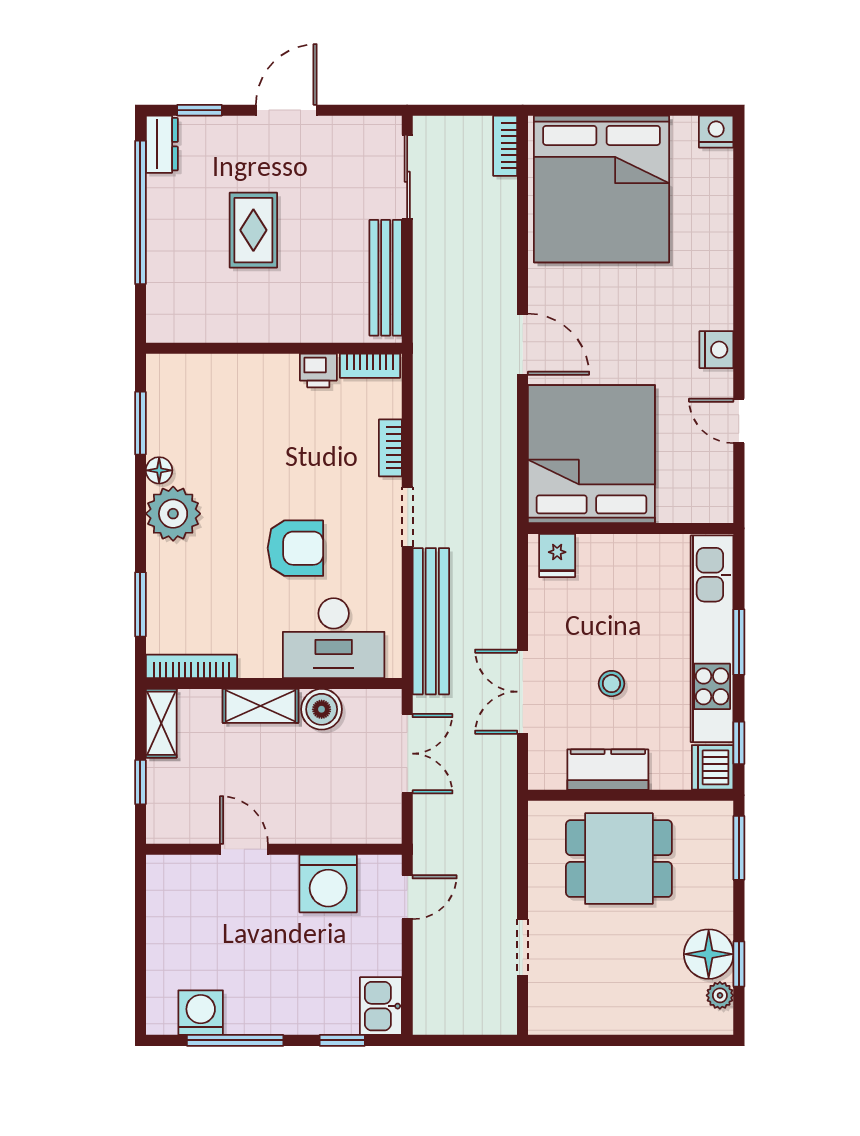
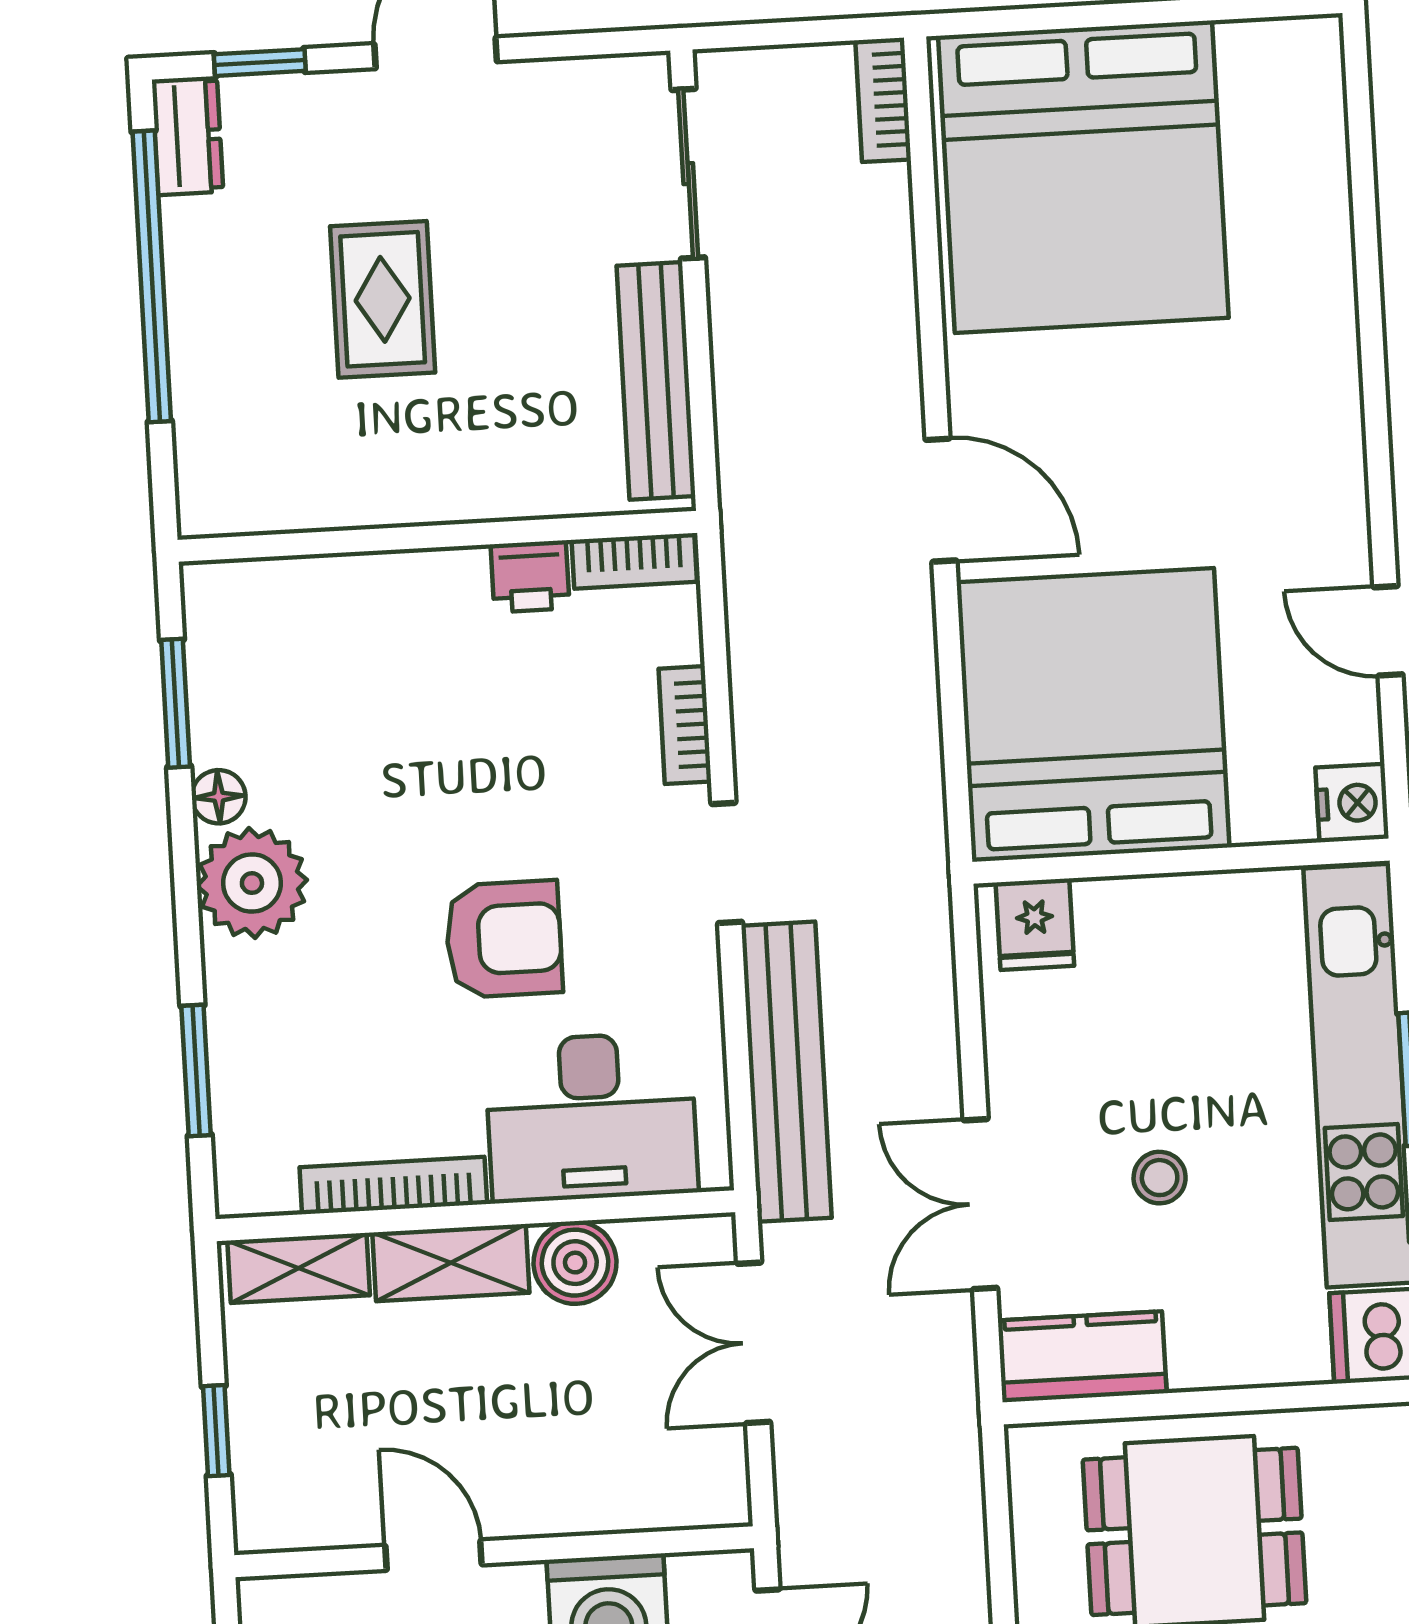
nightstand: (716, 132) -> (1309, 47), removed
nightstand: (716, 350) -> (1352, 803), moved
bookcase: (191, 666) -> (393, 1186), moved
shelving: (161, 723) -> (299, 1268), moved, turned 90
double door: (407, 754) -> (754, 1343), swing flipped
kitchen counter: (608, 770) -> (1082, 1357), moved

